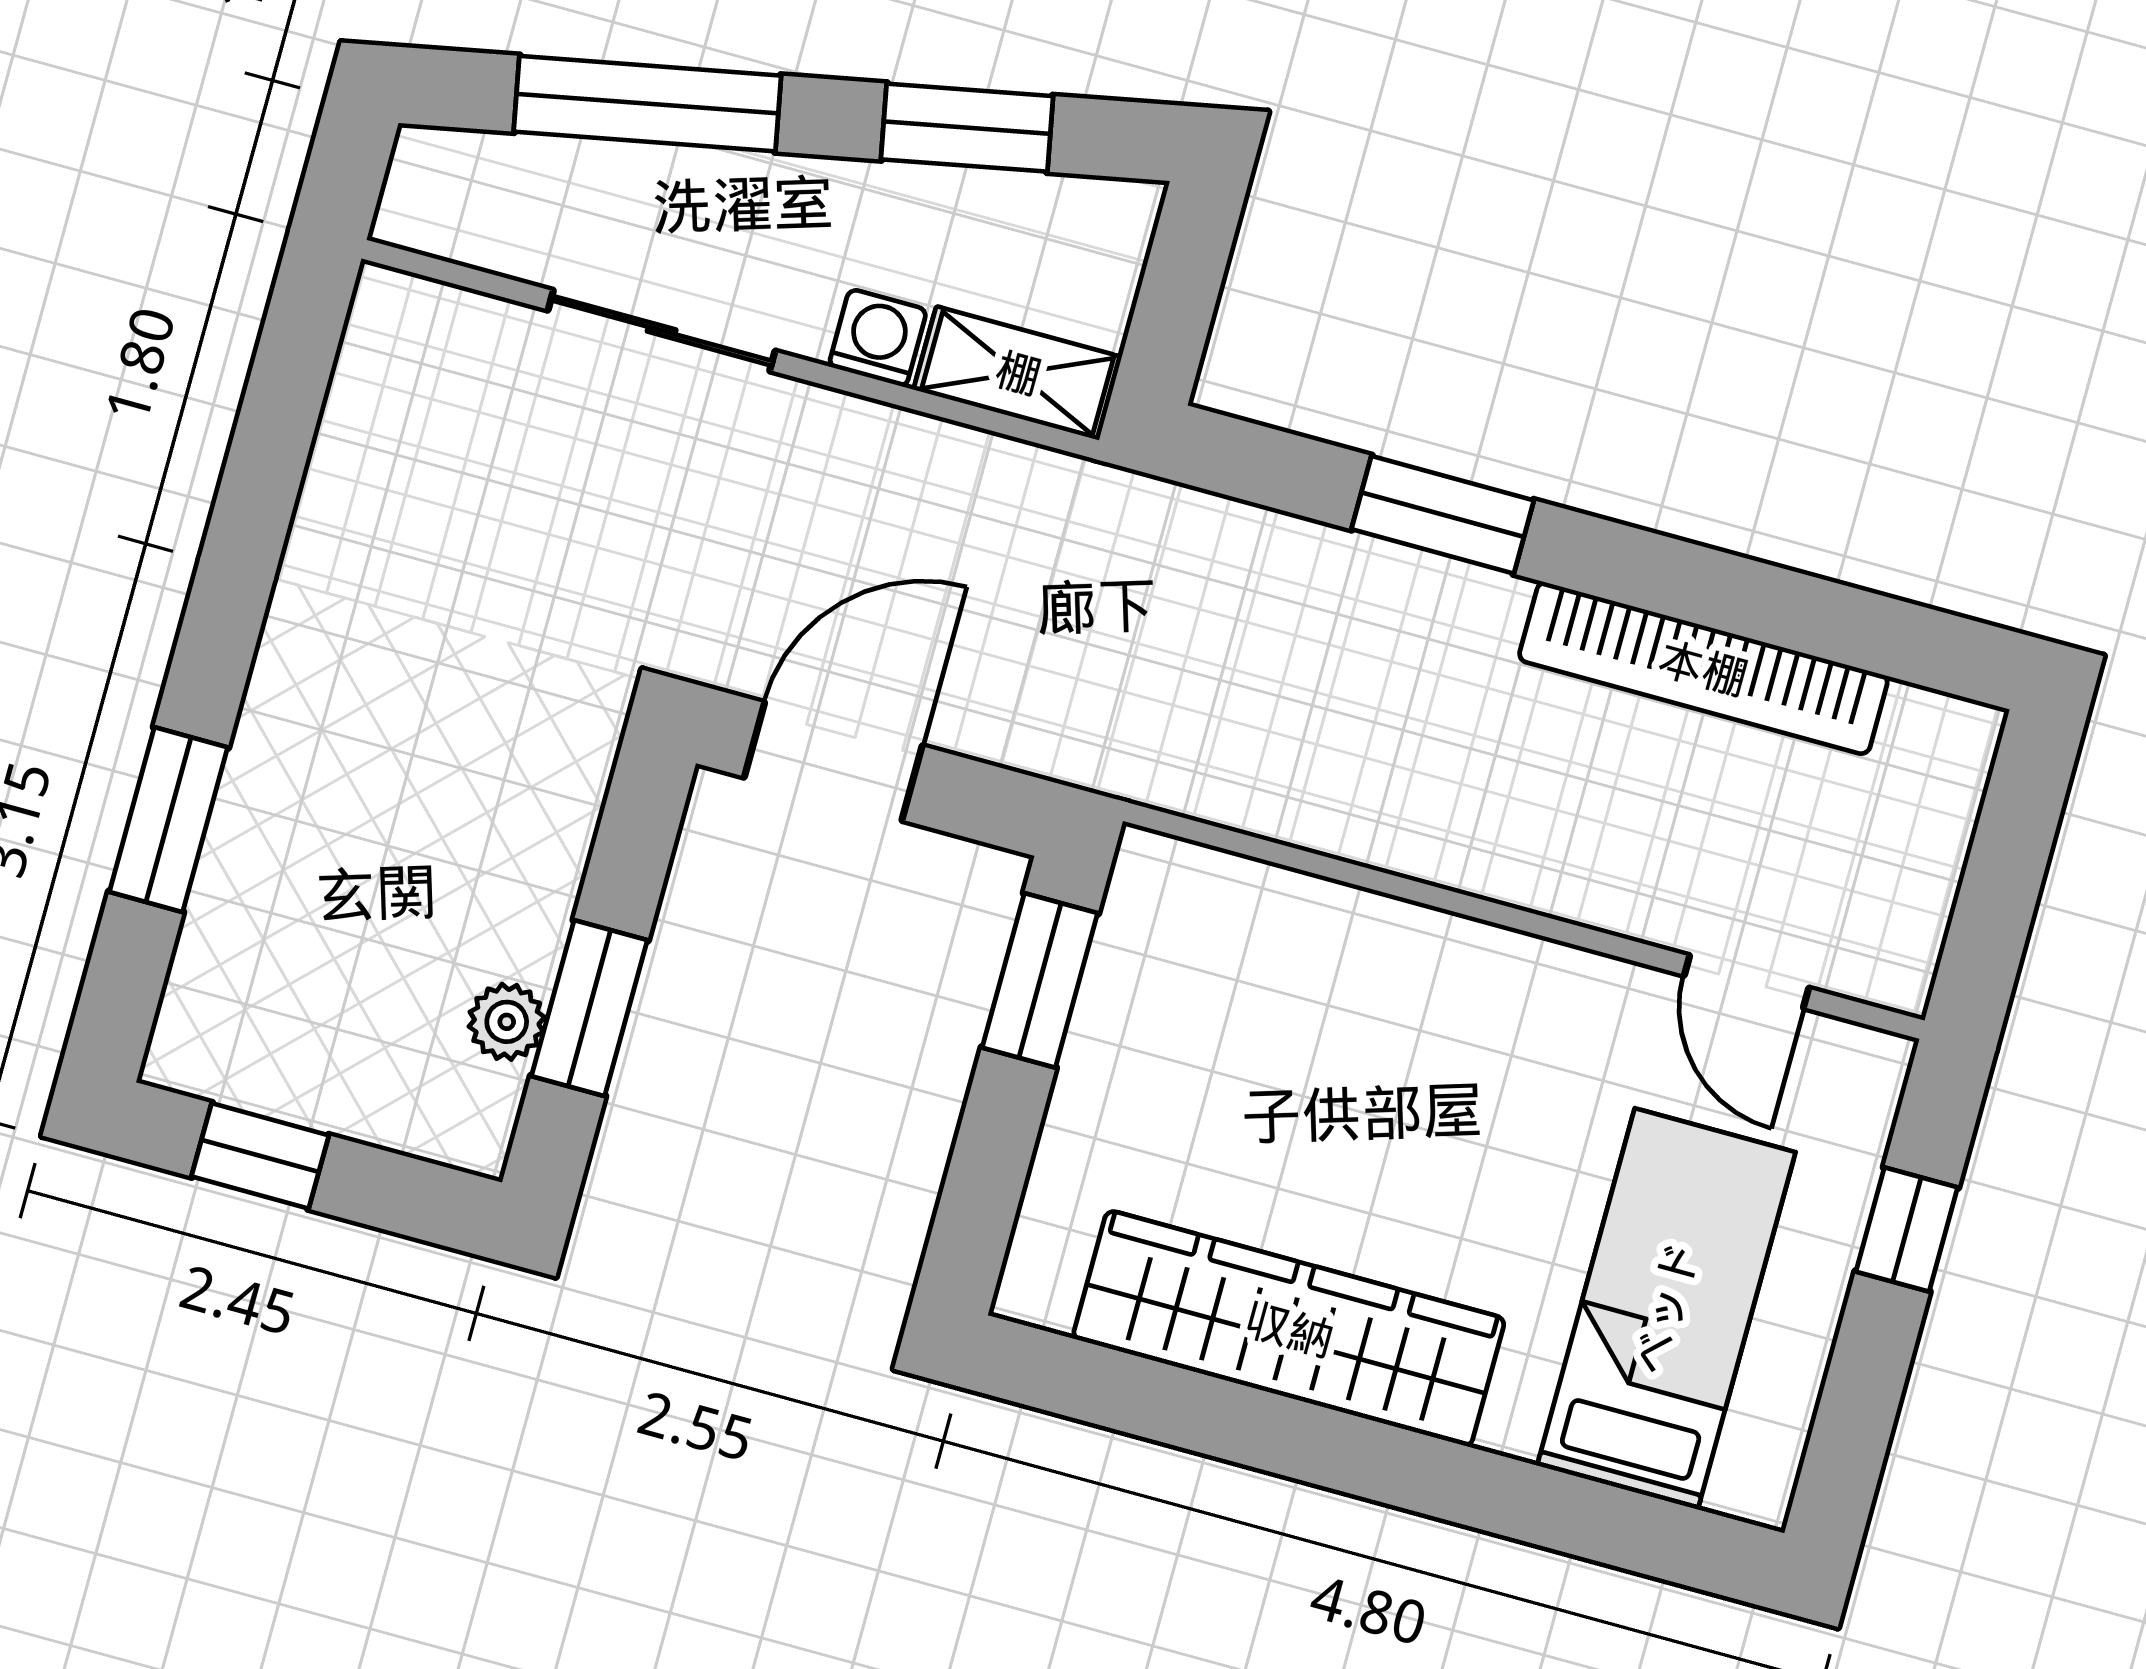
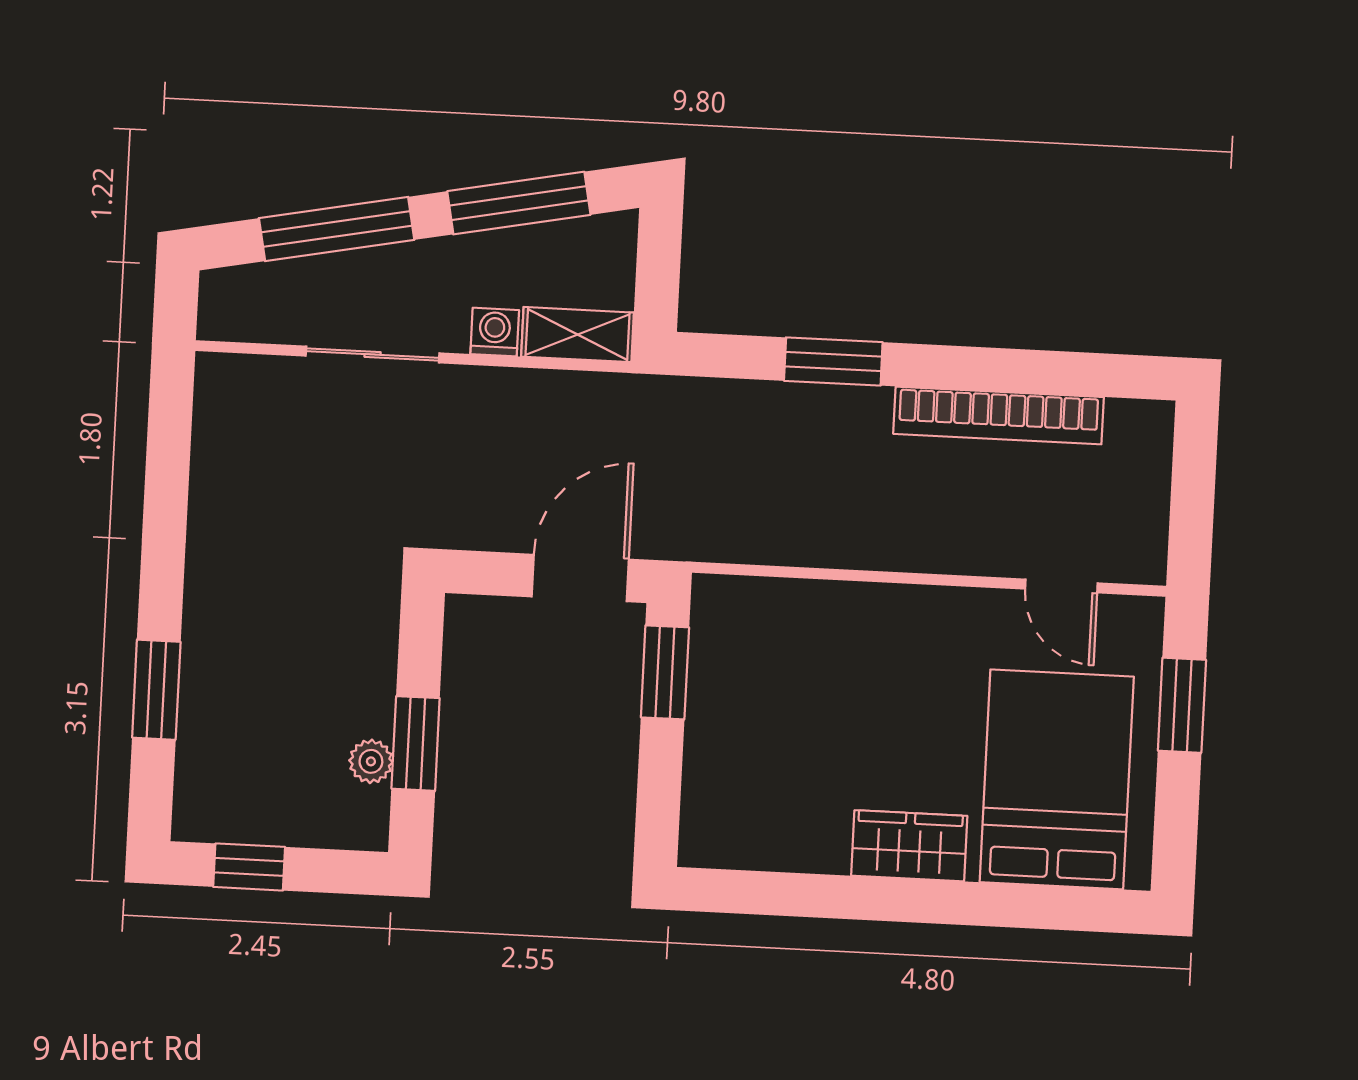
window: (967, 128) -> (519, 203), width x1.44
door: (833, 761) -> (580, 578), moved
window: (1907, 1230) -> (1182, 705), width x1.50
bed: (1666, 1309) -> (1057, 779), width x1.50
wardrobe: (1289, 1329) -> (909, 846), width x0.48, depth x0.85

